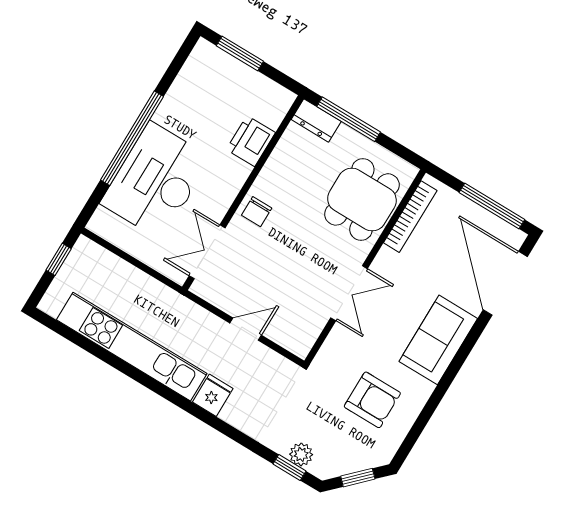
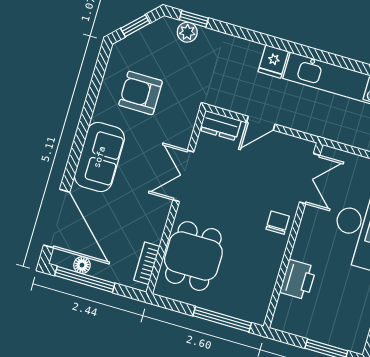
dresser: (316, 120) -> (220, 125), moved, turned 180
bookcase: (410, 217) -> (147, 263), width x0.64
floor lamp: (491, 223) -> (82, 265), added

